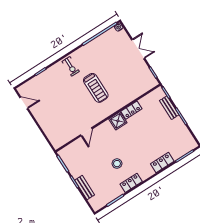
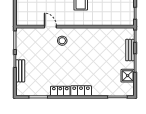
locker: (131, 110) -> (98, 32), removed
shower: (118, 121) -> (128, 76), moved
door: (86, 132) -> (50, 27), swing flipped
locker: (162, 162) -> (81, 91), moved
stool: (117, 164) -> (62, 41), moved

